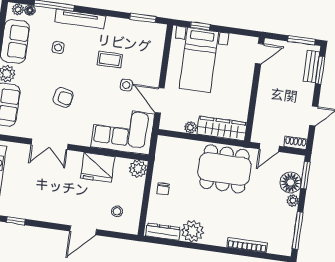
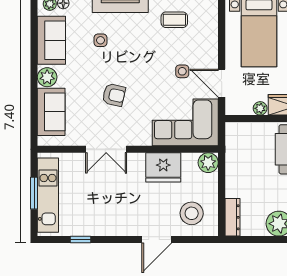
coffee table: (110, 60) -> (174, 20), moved
chair: (163, 189) -> (239, 181), removed
stool: (117, 211) -> (192, 213), width x1.89, depth x1.89
dresser: (163, 232) -> (232, 217), moved, turned 90

